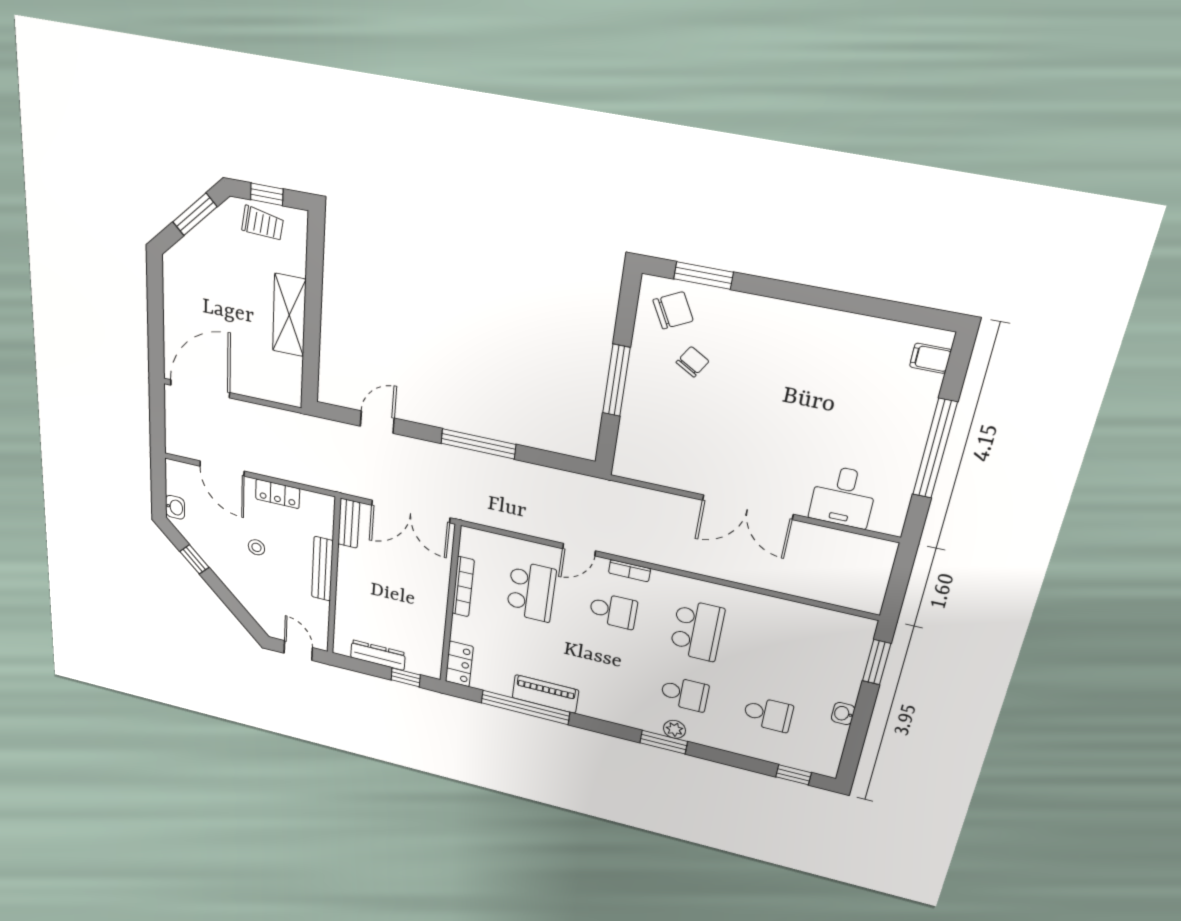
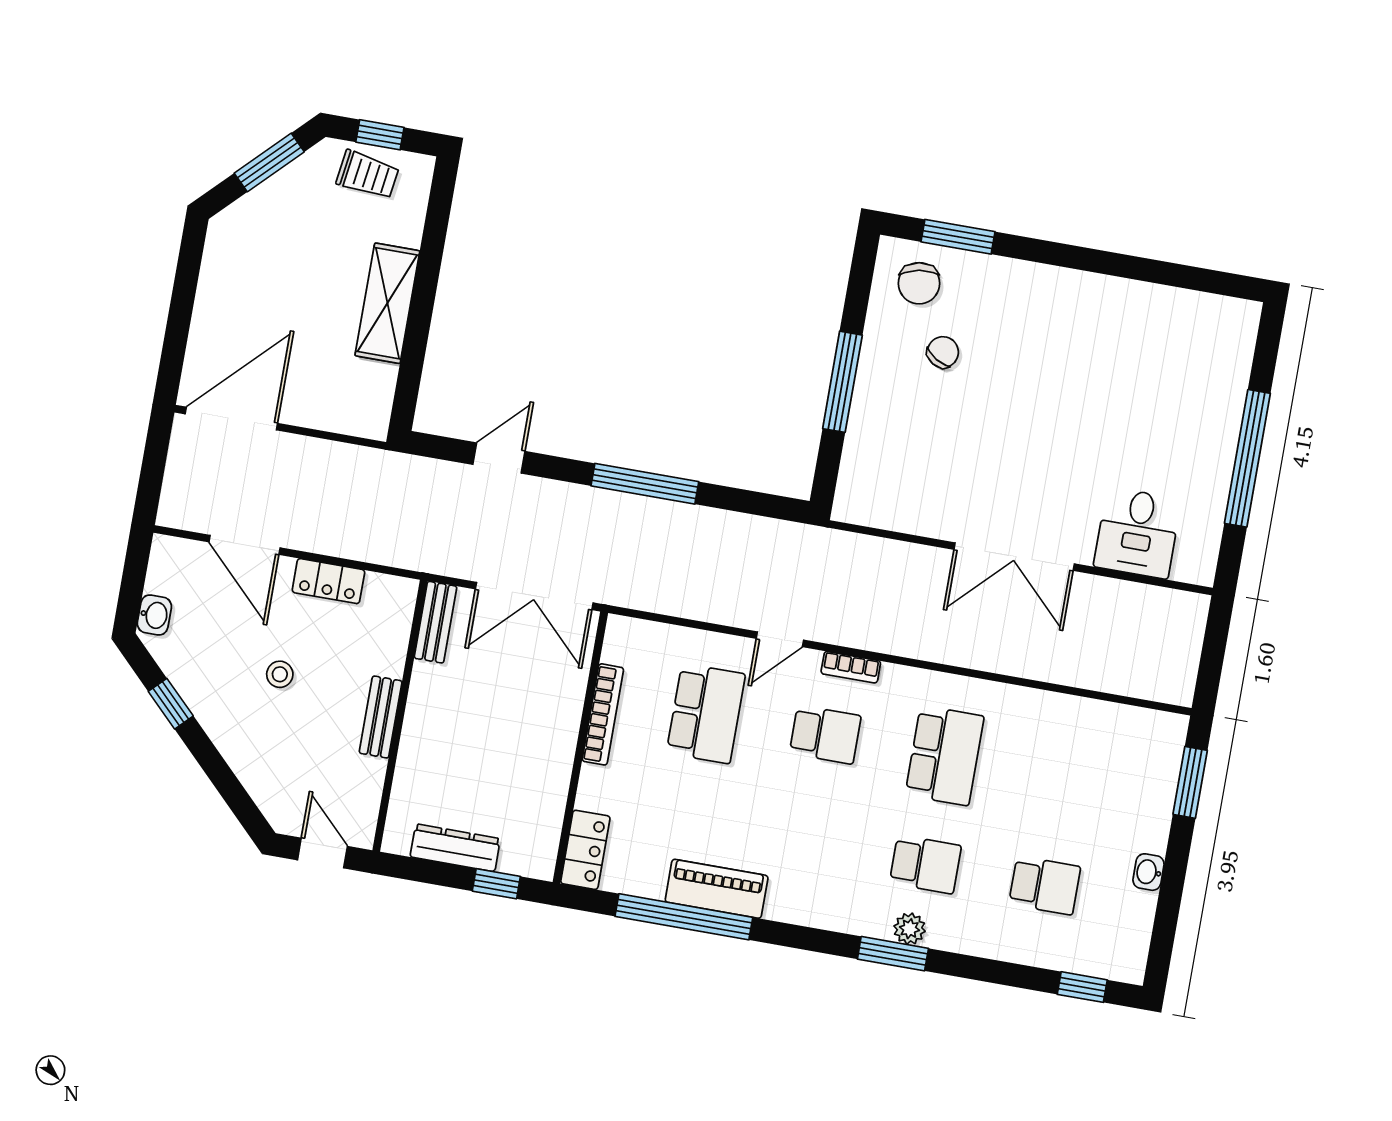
chair: (673, 310) -> (919, 283), turned 107
filing cabinet: (930, 358) -> (1235, 337), removed
bench: (322, 569) -> (381, 717), width x0.73

